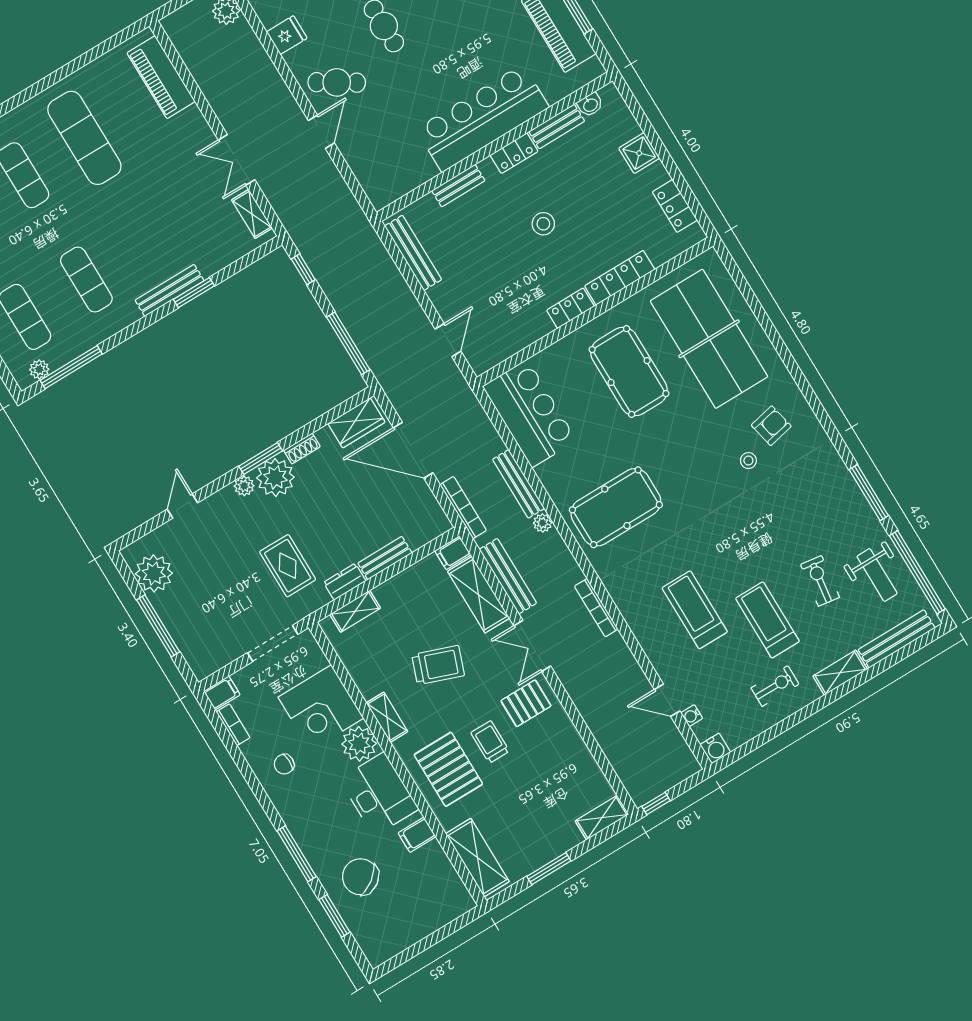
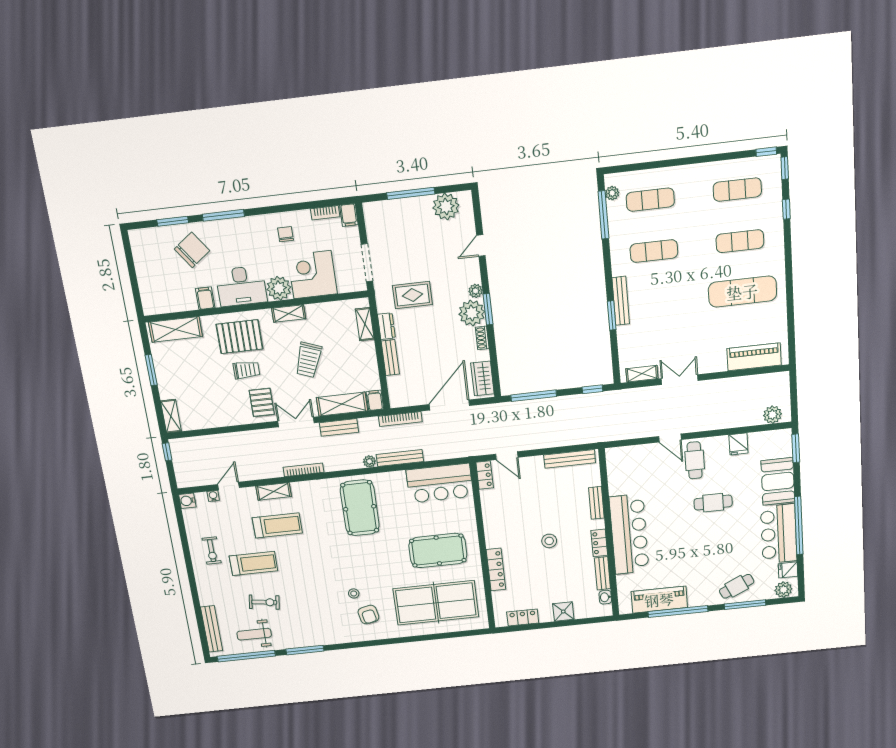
cafe table: (337, 82) -> (695, 460), turned -32
locker: (570, 308) -> (485, 475), moved
door: (182, 506) -> (481, 245), swing flipped
bench: (508, 576) -> (339, 427), width x0.73
shelving: (840, 673) -> (274, 491), moved, turned 90

